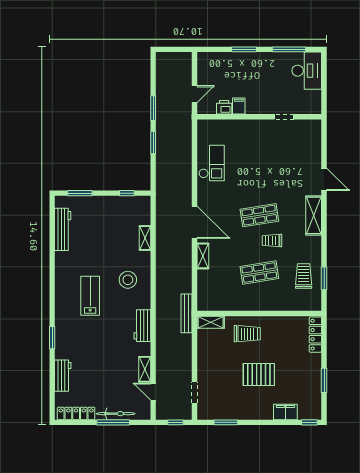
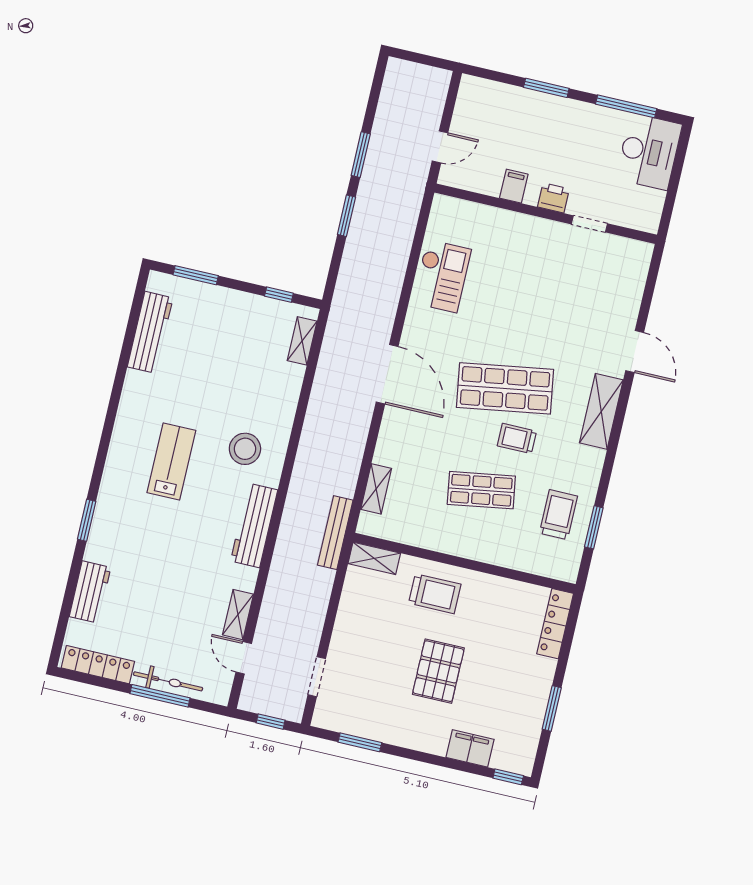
printer: (224, 107) -> (553, 198), moved
shop shelf: (259, 215) -> (505, 388), width x1.43, depth x1.36
shelving: (145, 238) -> (302, 341), moved
shelving: (203, 256) -> (376, 489), moved
workbench: (142, 326) -> (254, 525), width x1.38
pallet: (259, 375) -> (438, 671), turned 90

